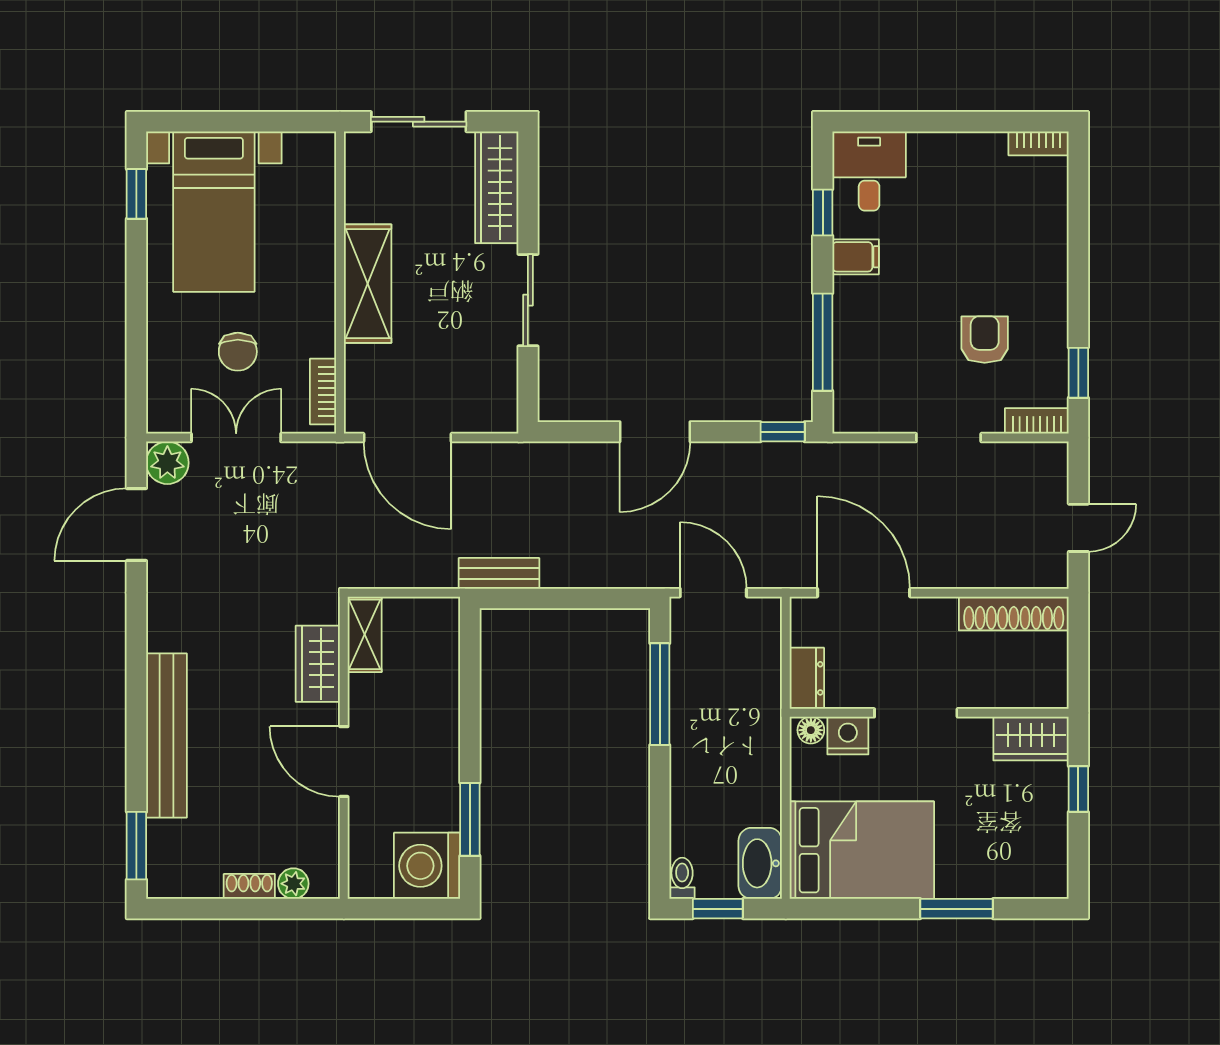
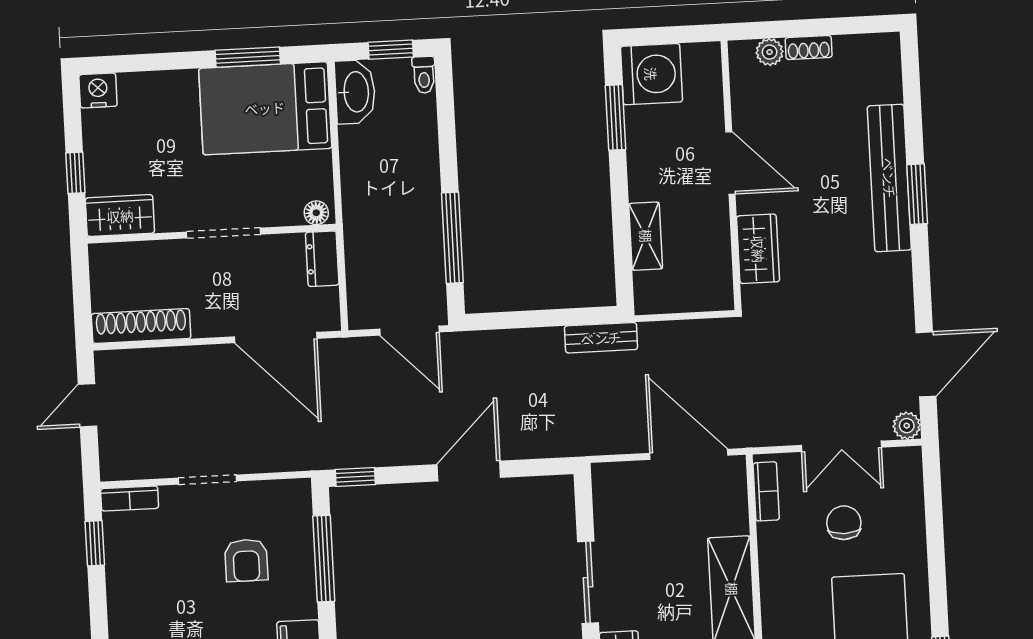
armchair: (985, 340) -> (246, 560), moved
plant: (167, 463) -> (907, 426), width x0.73, depth x0.73
shelving: (365, 634) -> (646, 236), moved
nightstand: (848, 736) -> (98, 90), moved, turned 180
window: (136, 846) -> (917, 194), moved
window: (957, 909) -> (248, 57), moved

